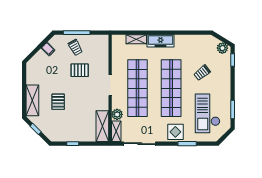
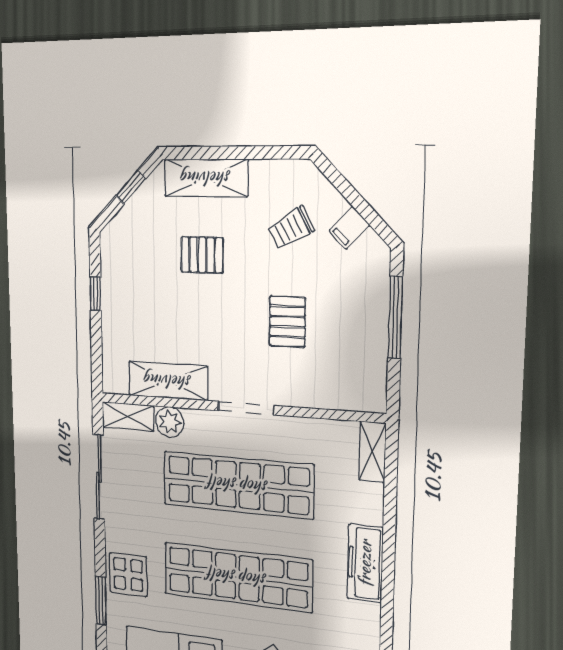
shelving: (136, 39) -> (372, 452), moved
trolley: (75, 47) -> (291, 228), moved
shelving: (102, 126) -> (168, 381), moved

